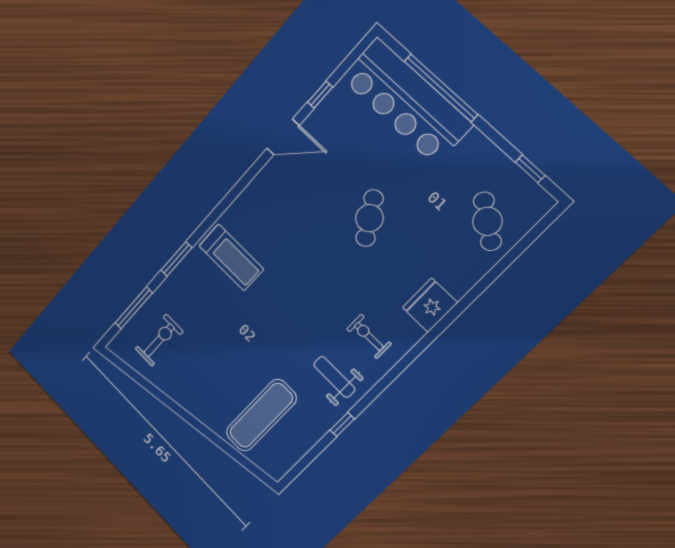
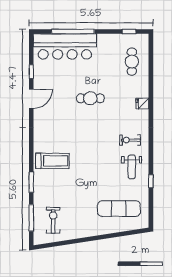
cafe table: (369, 218) -> (90, 98), turned -58
cafe table: (487, 221) -> (132, 62), turned 54
fridge: (430, 305) -> (142, 104), width x0.53, depth x0.75
weight bench: (334, 377) -> (132, 167), turned -90
exercise mat: (261, 415) -> (119, 209), turned 90

